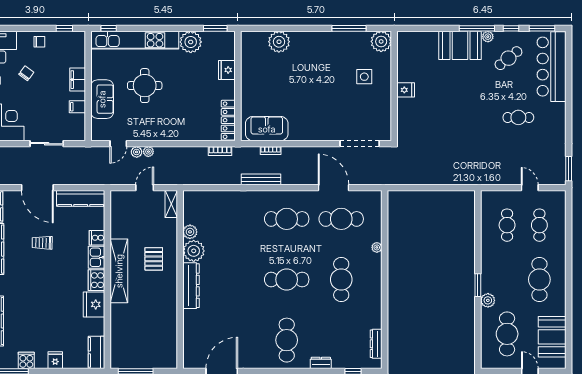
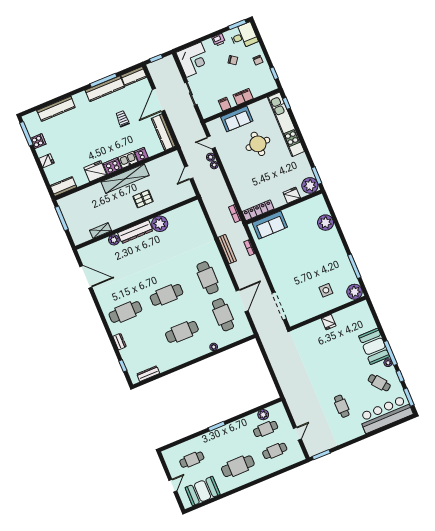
plant: (191, 42) -> (310, 185), moved
sofa: (267, 129) -> (270, 225), moved, turned 90
door: (145, 188) -> (189, 173), swing flipped
shelving: (171, 204) -> (101, 231), moved
plant: (190, 232) -> (114, 240), moved
cafe table: (287, 280) -> (167, 295), turned 90
plant: (488, 300) -> (263, 415), moved
cafe table: (507, 334) -> (192, 460), width x0.73, depth x0.74

